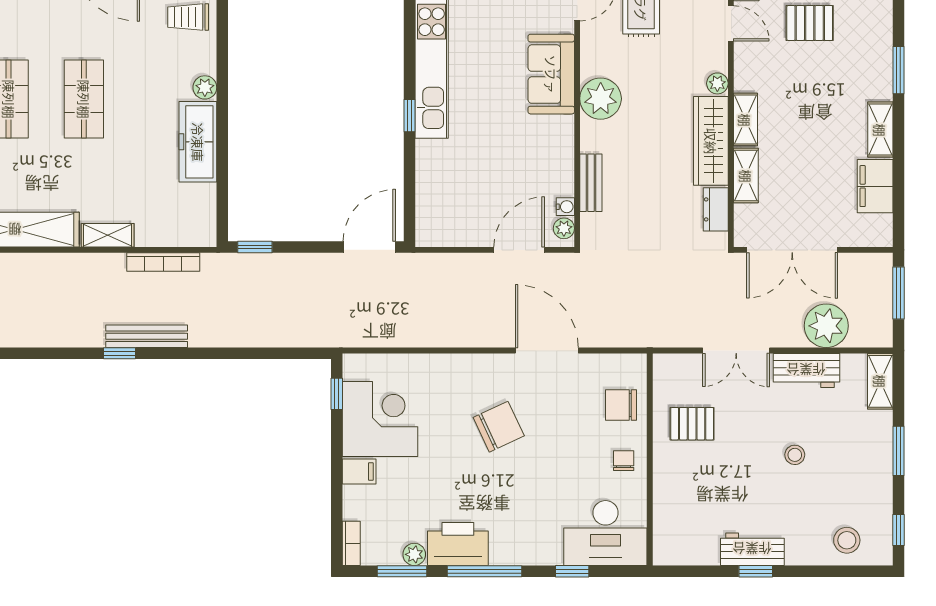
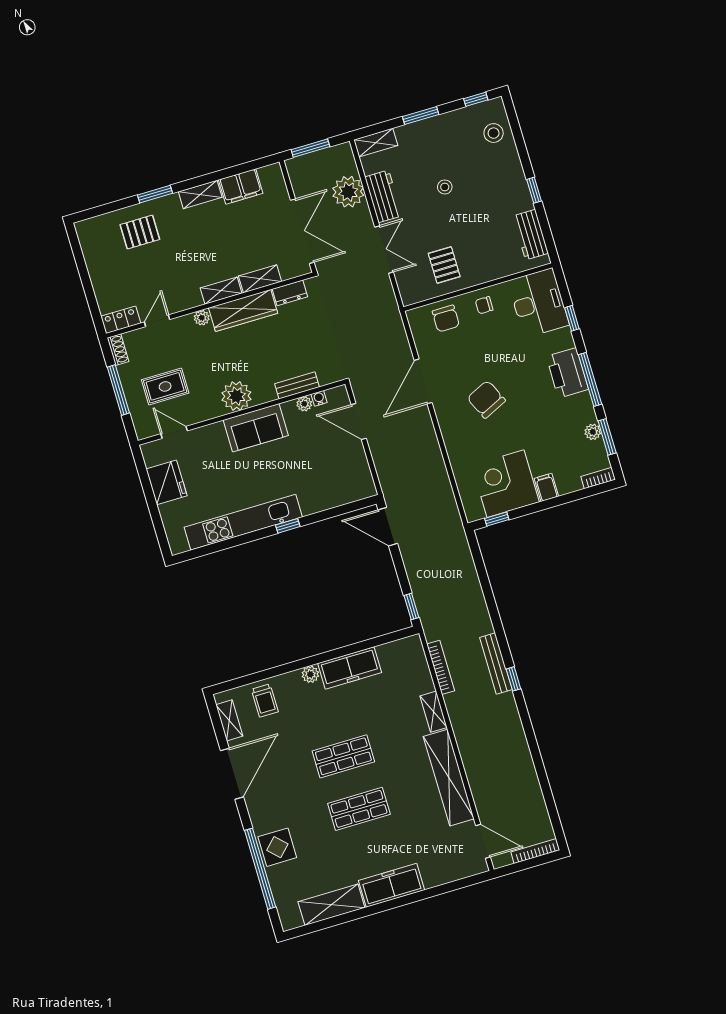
pallet: (810, 23) -> (140, 232), moved, turned 90
sofa: (551, 74) -> (256, 428), moved
plant: (564, 228) -> (304, 404), moved
printer: (458, 544) -> (567, 373), moved
workbench: (752, 549) -> (530, 235), moved

